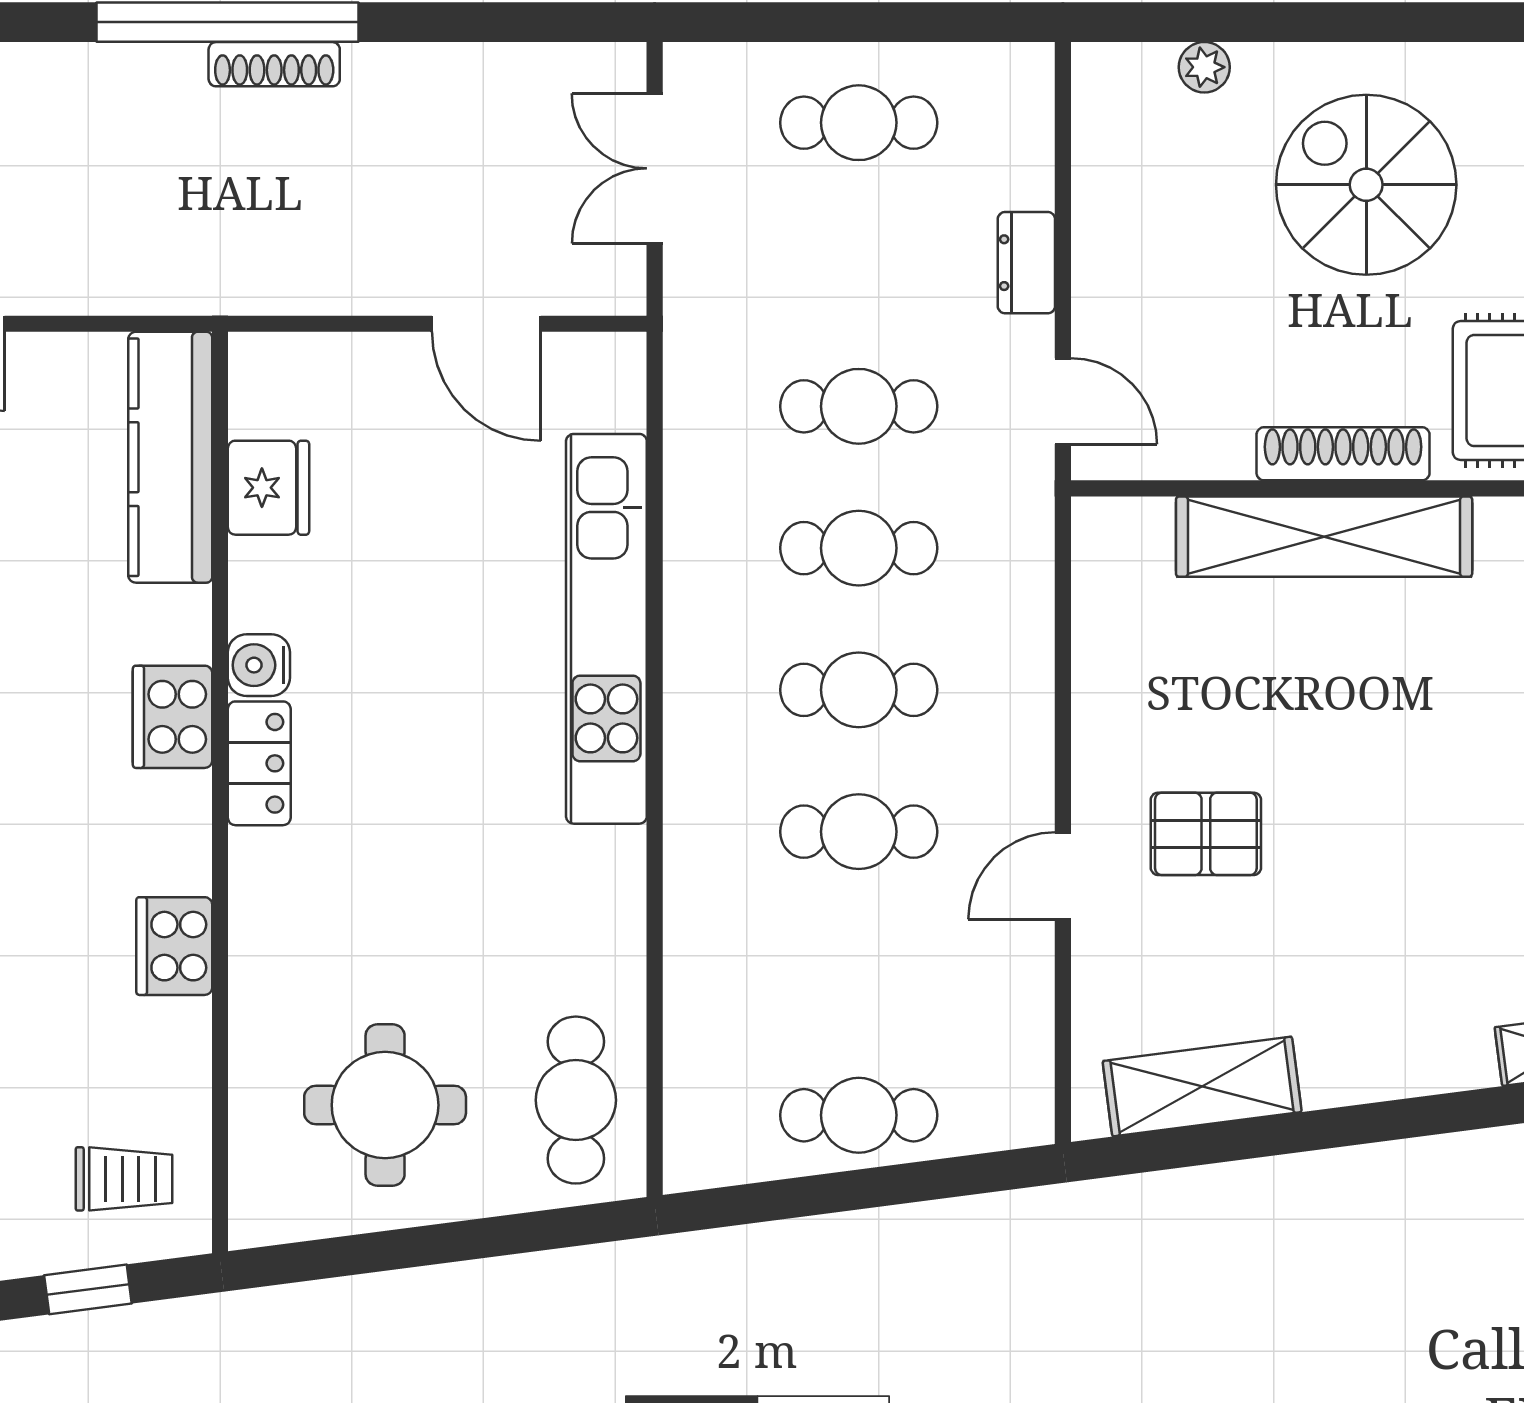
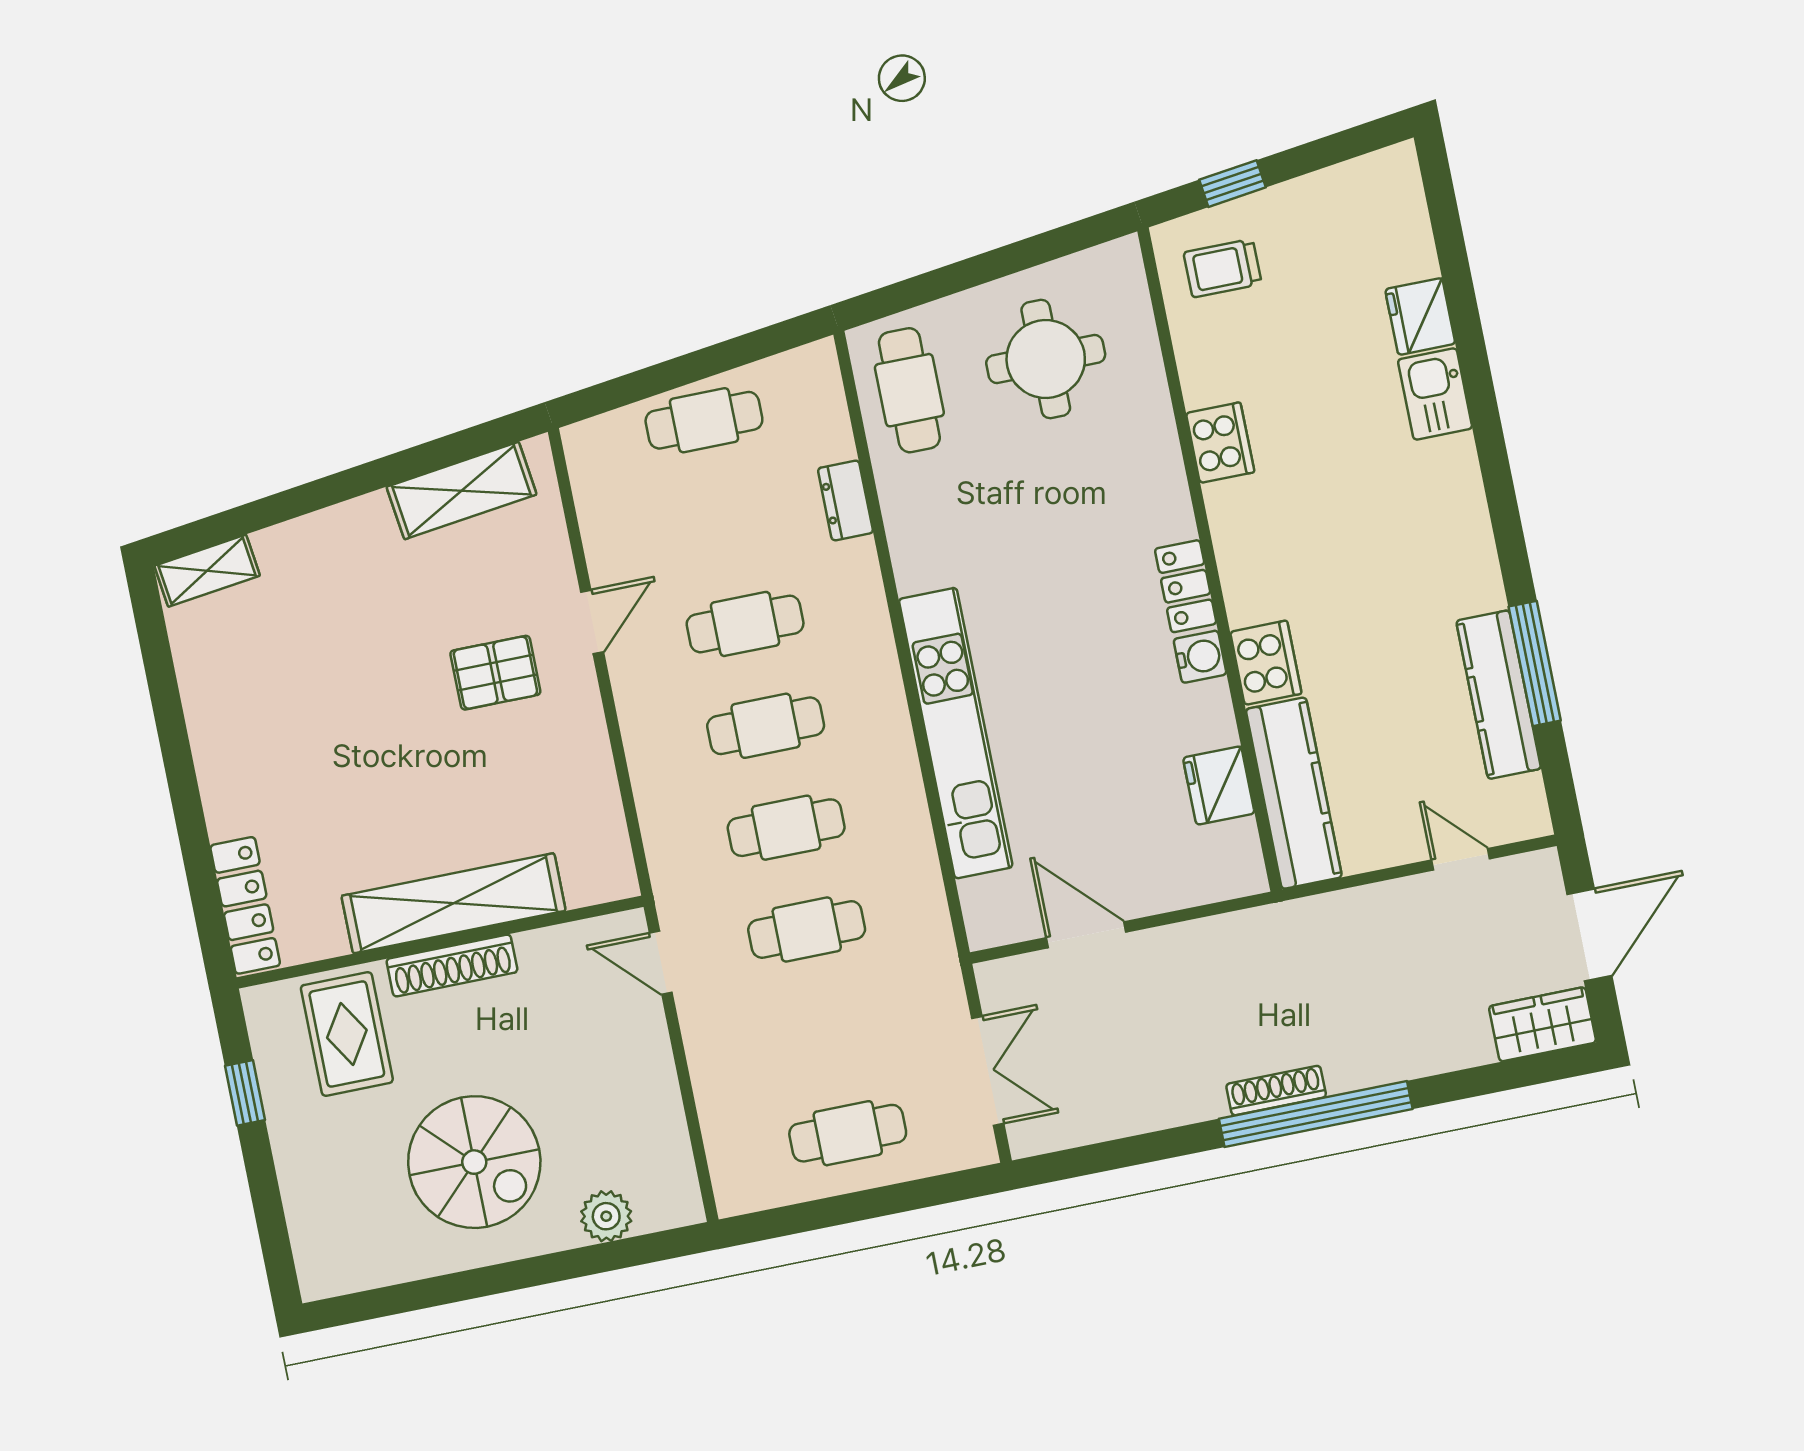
plant: (1204, 67) -> (606, 1216), width x1.38, depth x1.38
dresser: (1026, 263) -> (845, 500), moved, turned 180
cooker: (172, 717) -> (1266, 663), moved

